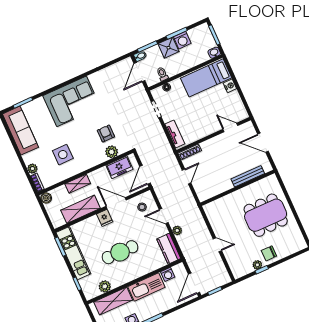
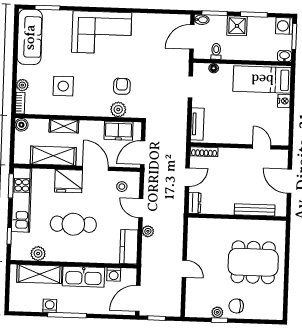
washing machine: (182, 40) -> (284, 26), moved, turned 90
dresser: (201, 193) -> (195, 203), added
fridge: (105, 218) -> (69, 181), width x1.88, depth x1.34

